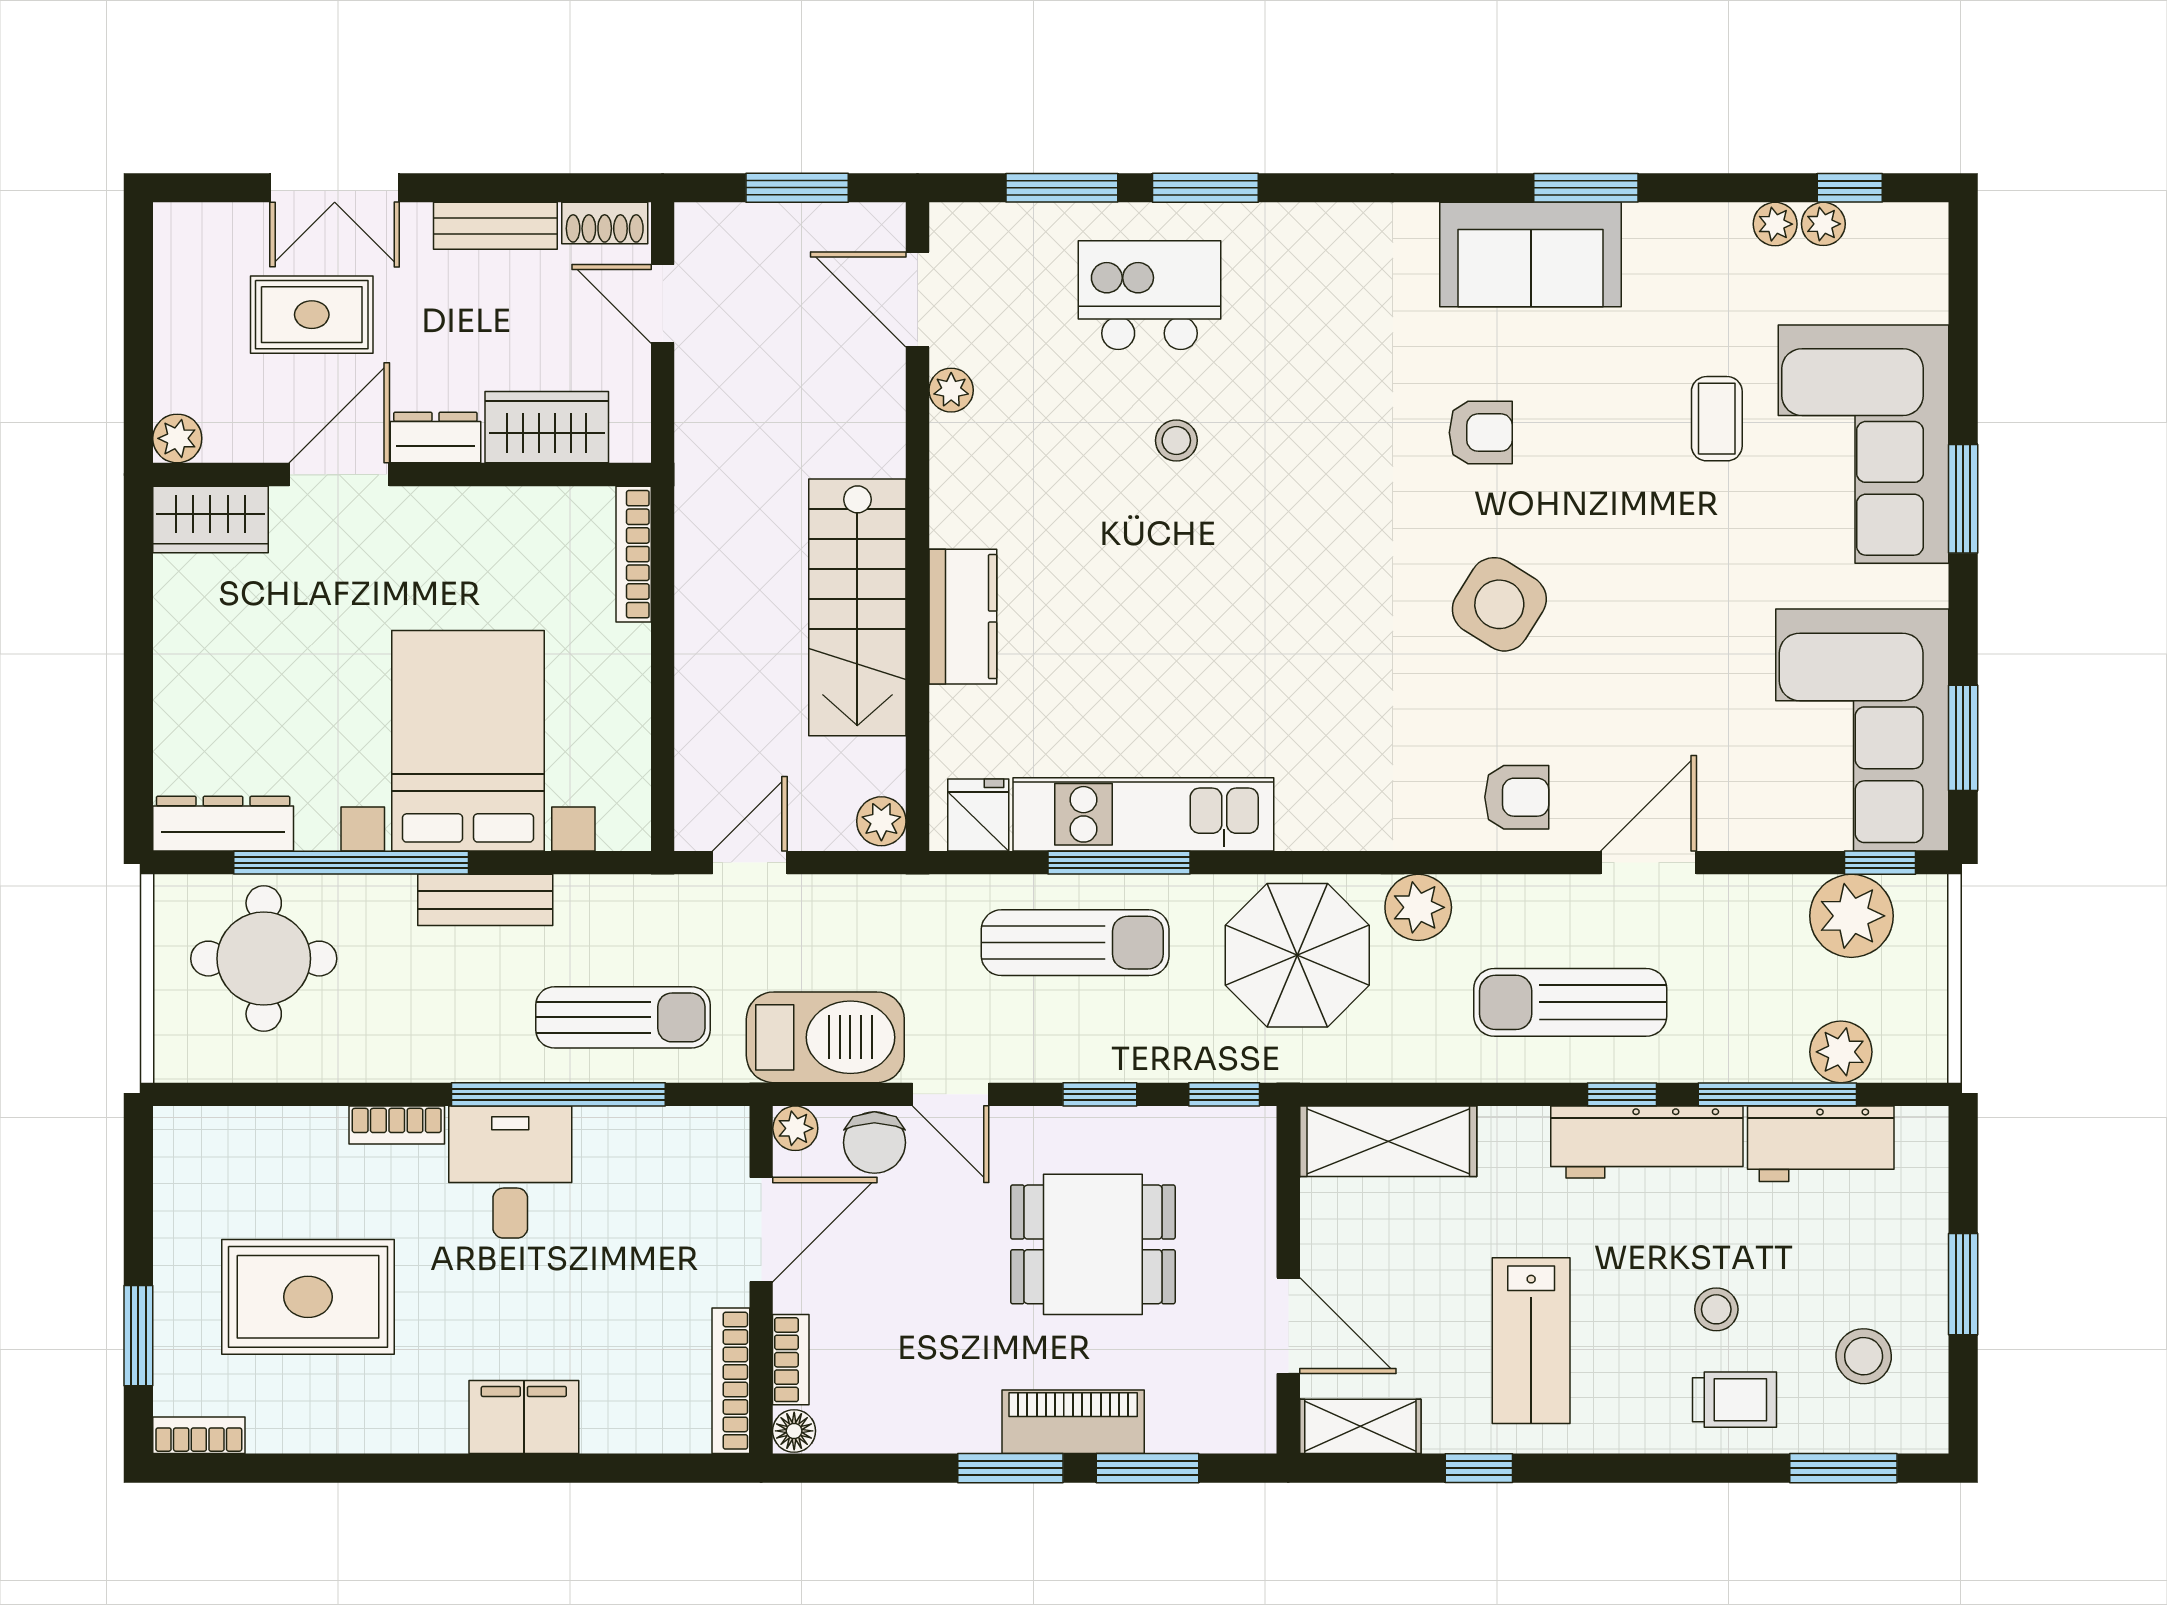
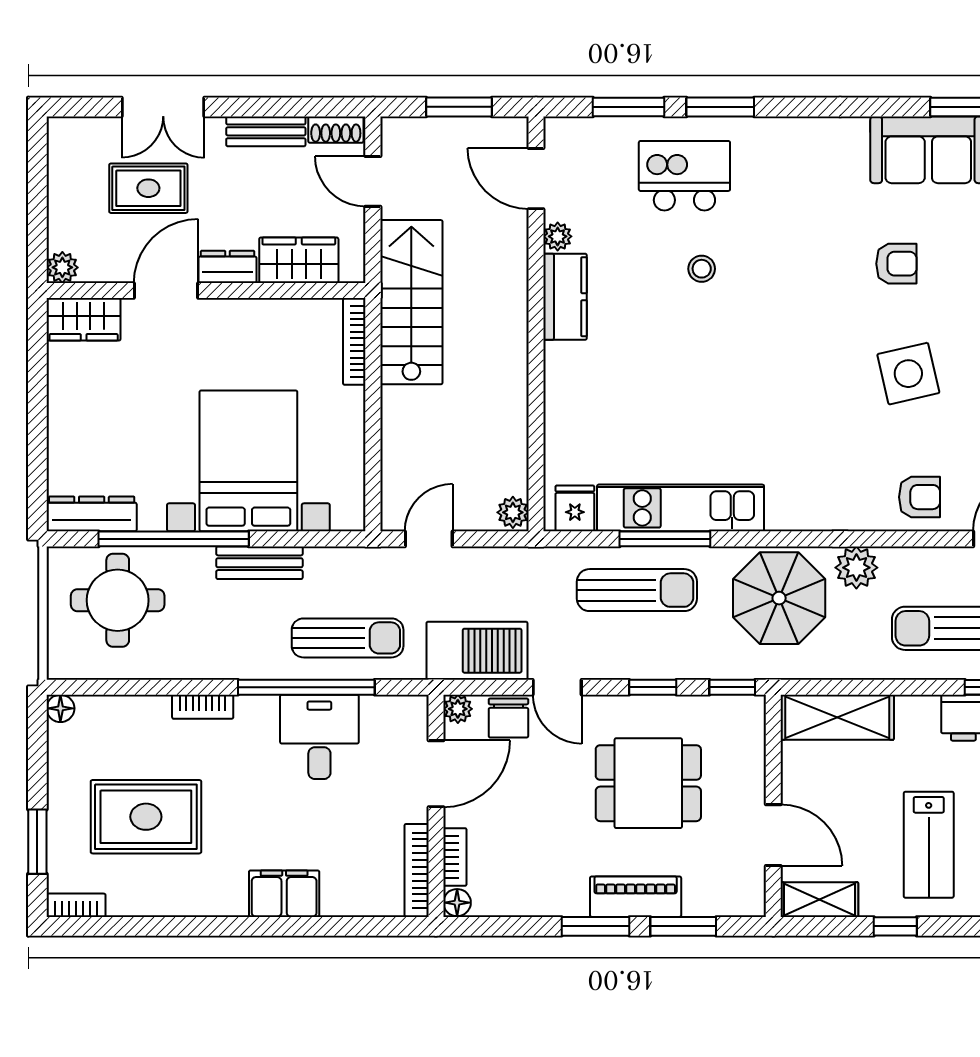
side table: (1499, 604) -> (908, 374), turned 45
stairs: (857, 607) -> (411, 302), moved, turned 180
kitchen counter: (963, 617) -> (565, 297), moved
floor lamp: (174, 1128) -> (60, 708), added
desk: (510, 1172) -> (319, 737), moved

